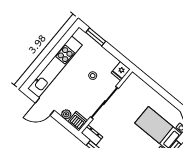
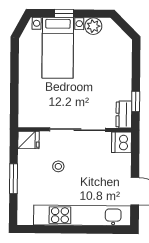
window: (96, 37) -> (14, 179), moved
plant: (66, 114) -> (124, 161), removed

